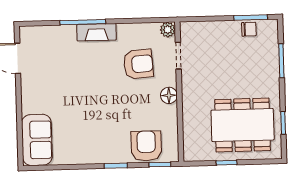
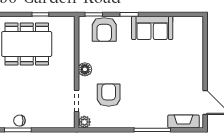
fireplace: (96, 32) -> (183, 121), moved
armchair: (138, 64) -> (109, 95), turned 94
sofa: (37, 140) -> (152, 28), moved, turned -90

